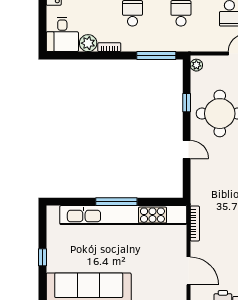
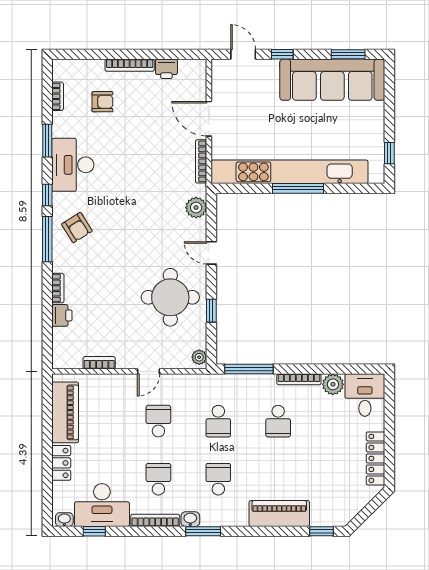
bookcase: (109, 47) -> (299, 379), width x1.56
plant: (199, 186) -> (196, 208), added
window: (43, 257) -> (389, 153), moved
door: (189, 271) -> (209, 119), moved

